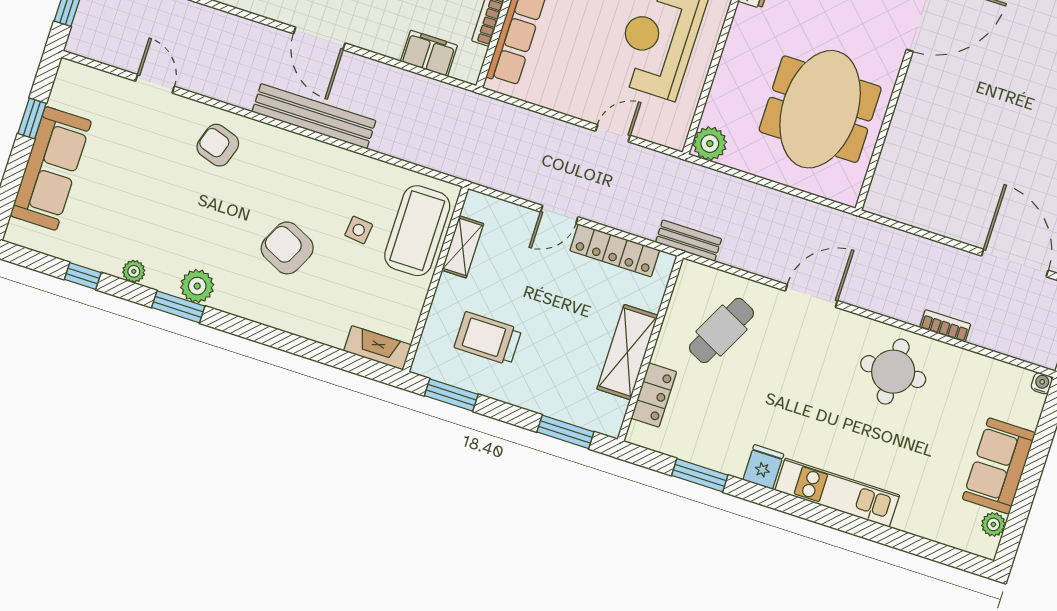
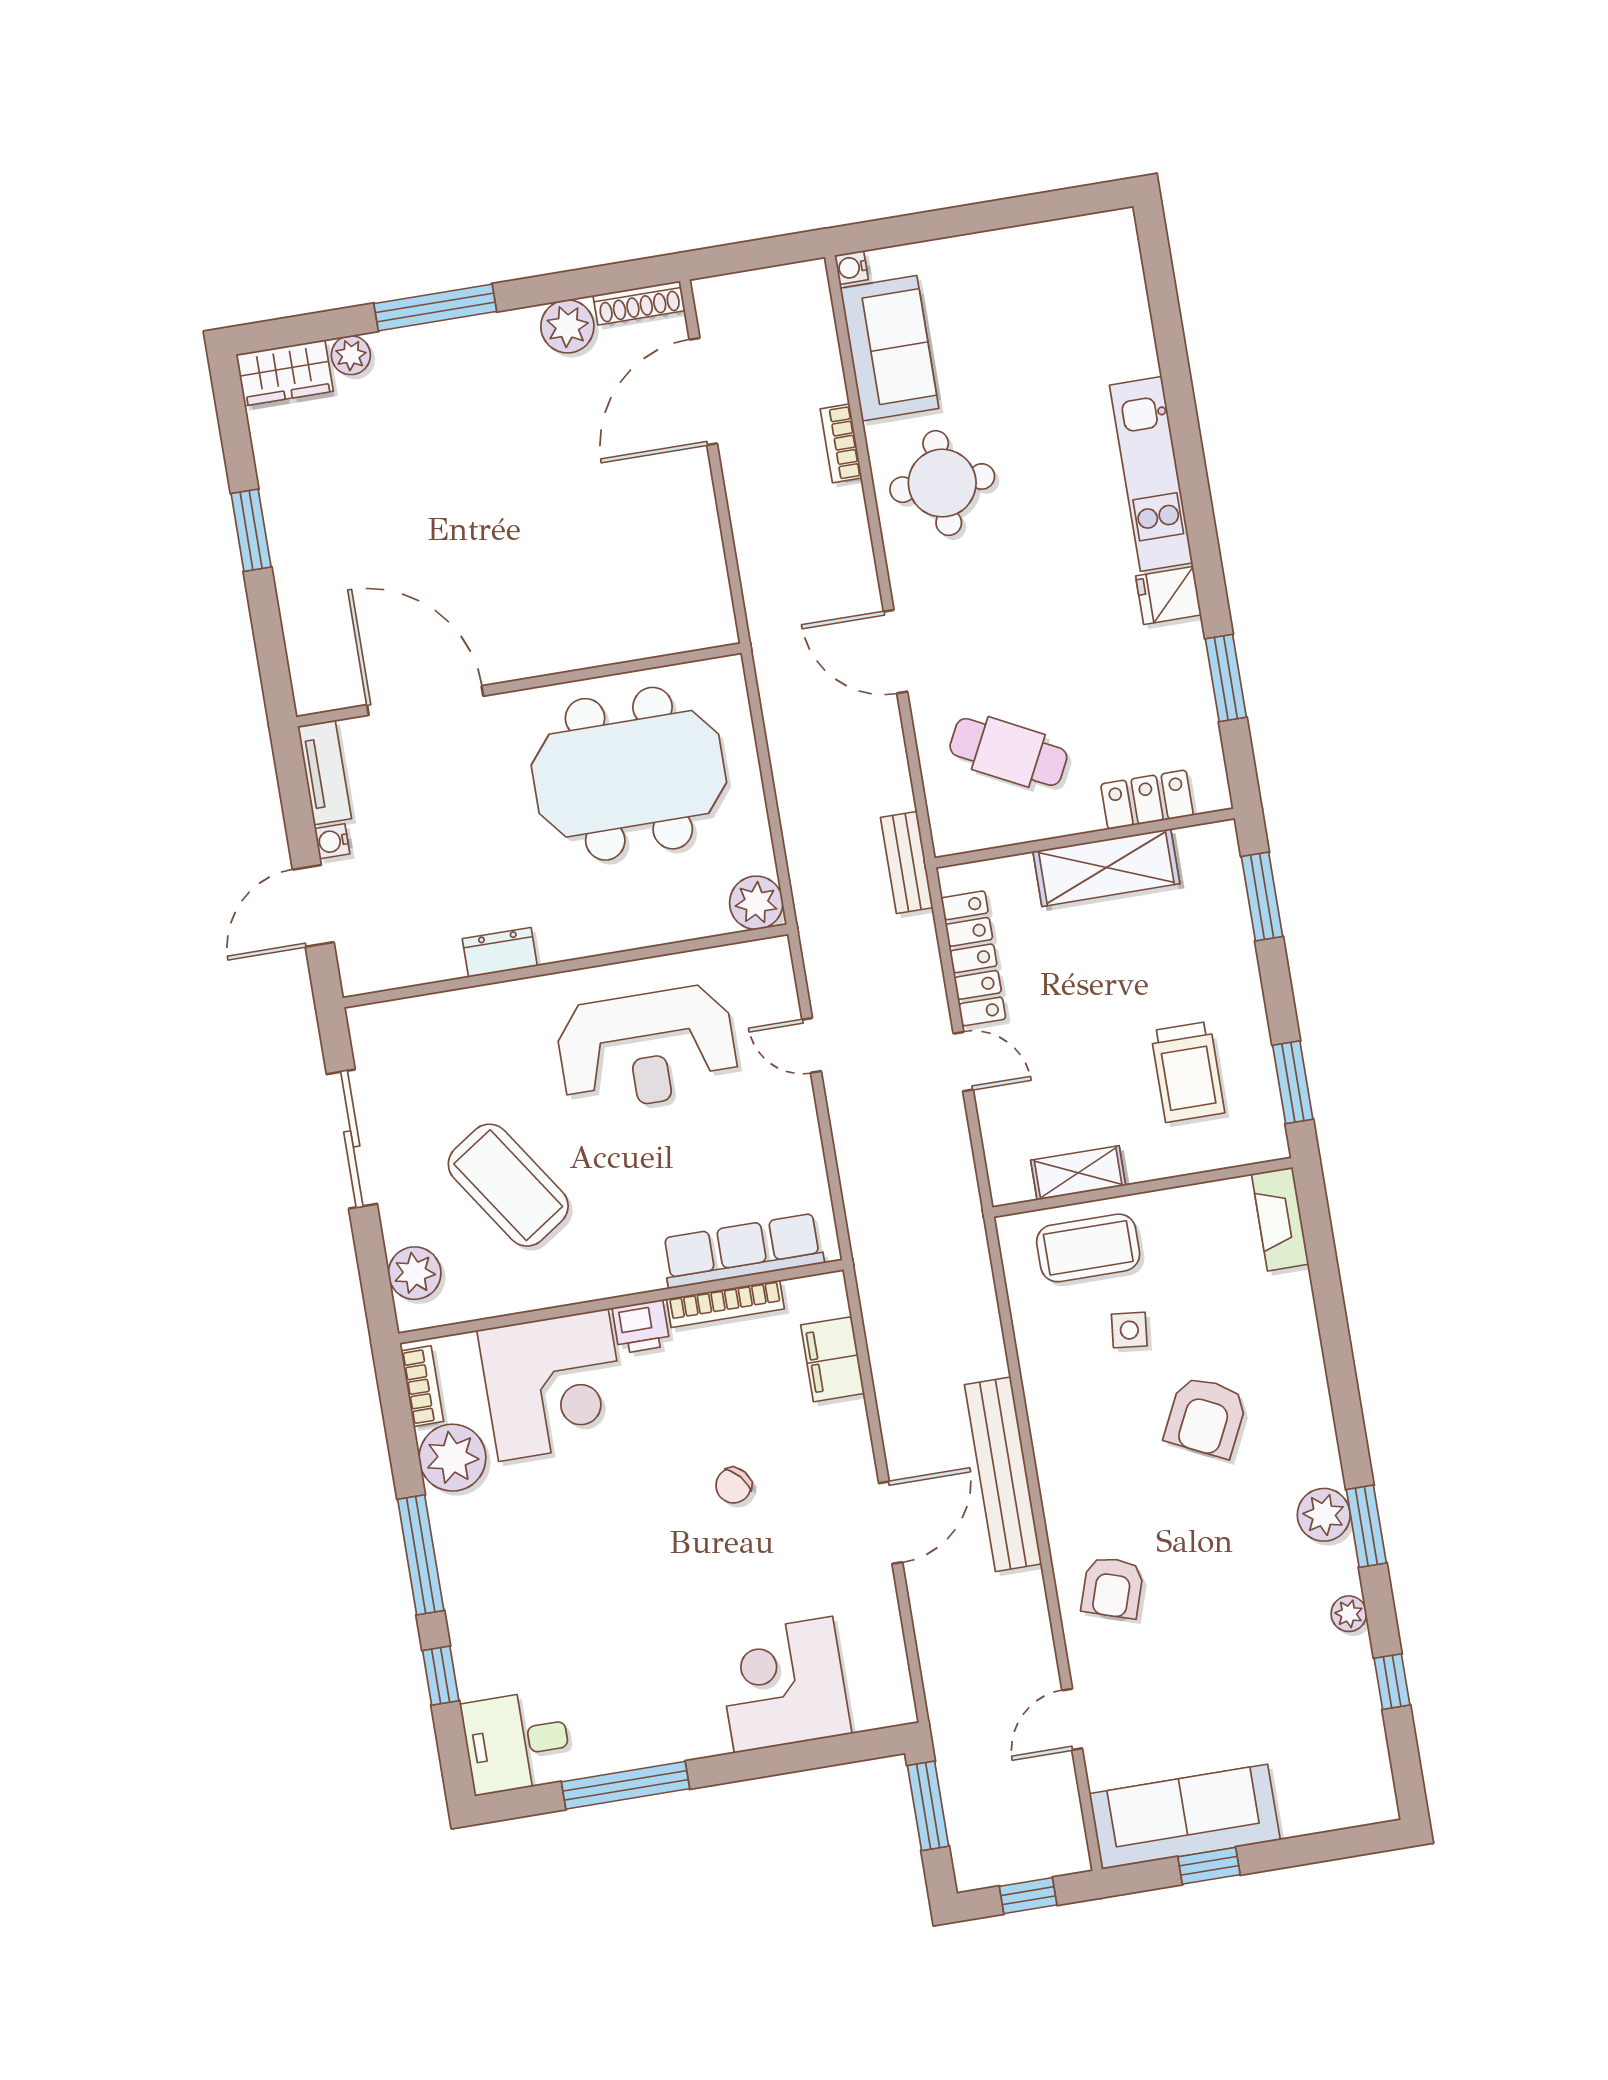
sofa: (51, 168) -> (1185, 1817), moved
coffee table: (417, 231) -> (1088, 1248), width x0.73, depth x0.76
sofa: (999, 466) -> (889, 348), moved, turned -90
plant: (993, 524) -> (1083, 233), removed

